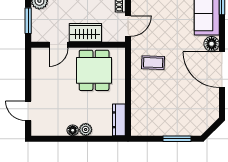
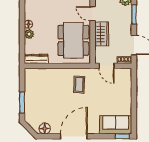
floor lamp: (212, 44) -> (45, 129), moved
dining table: (94, 70) -> (73, 40), width x1.38

